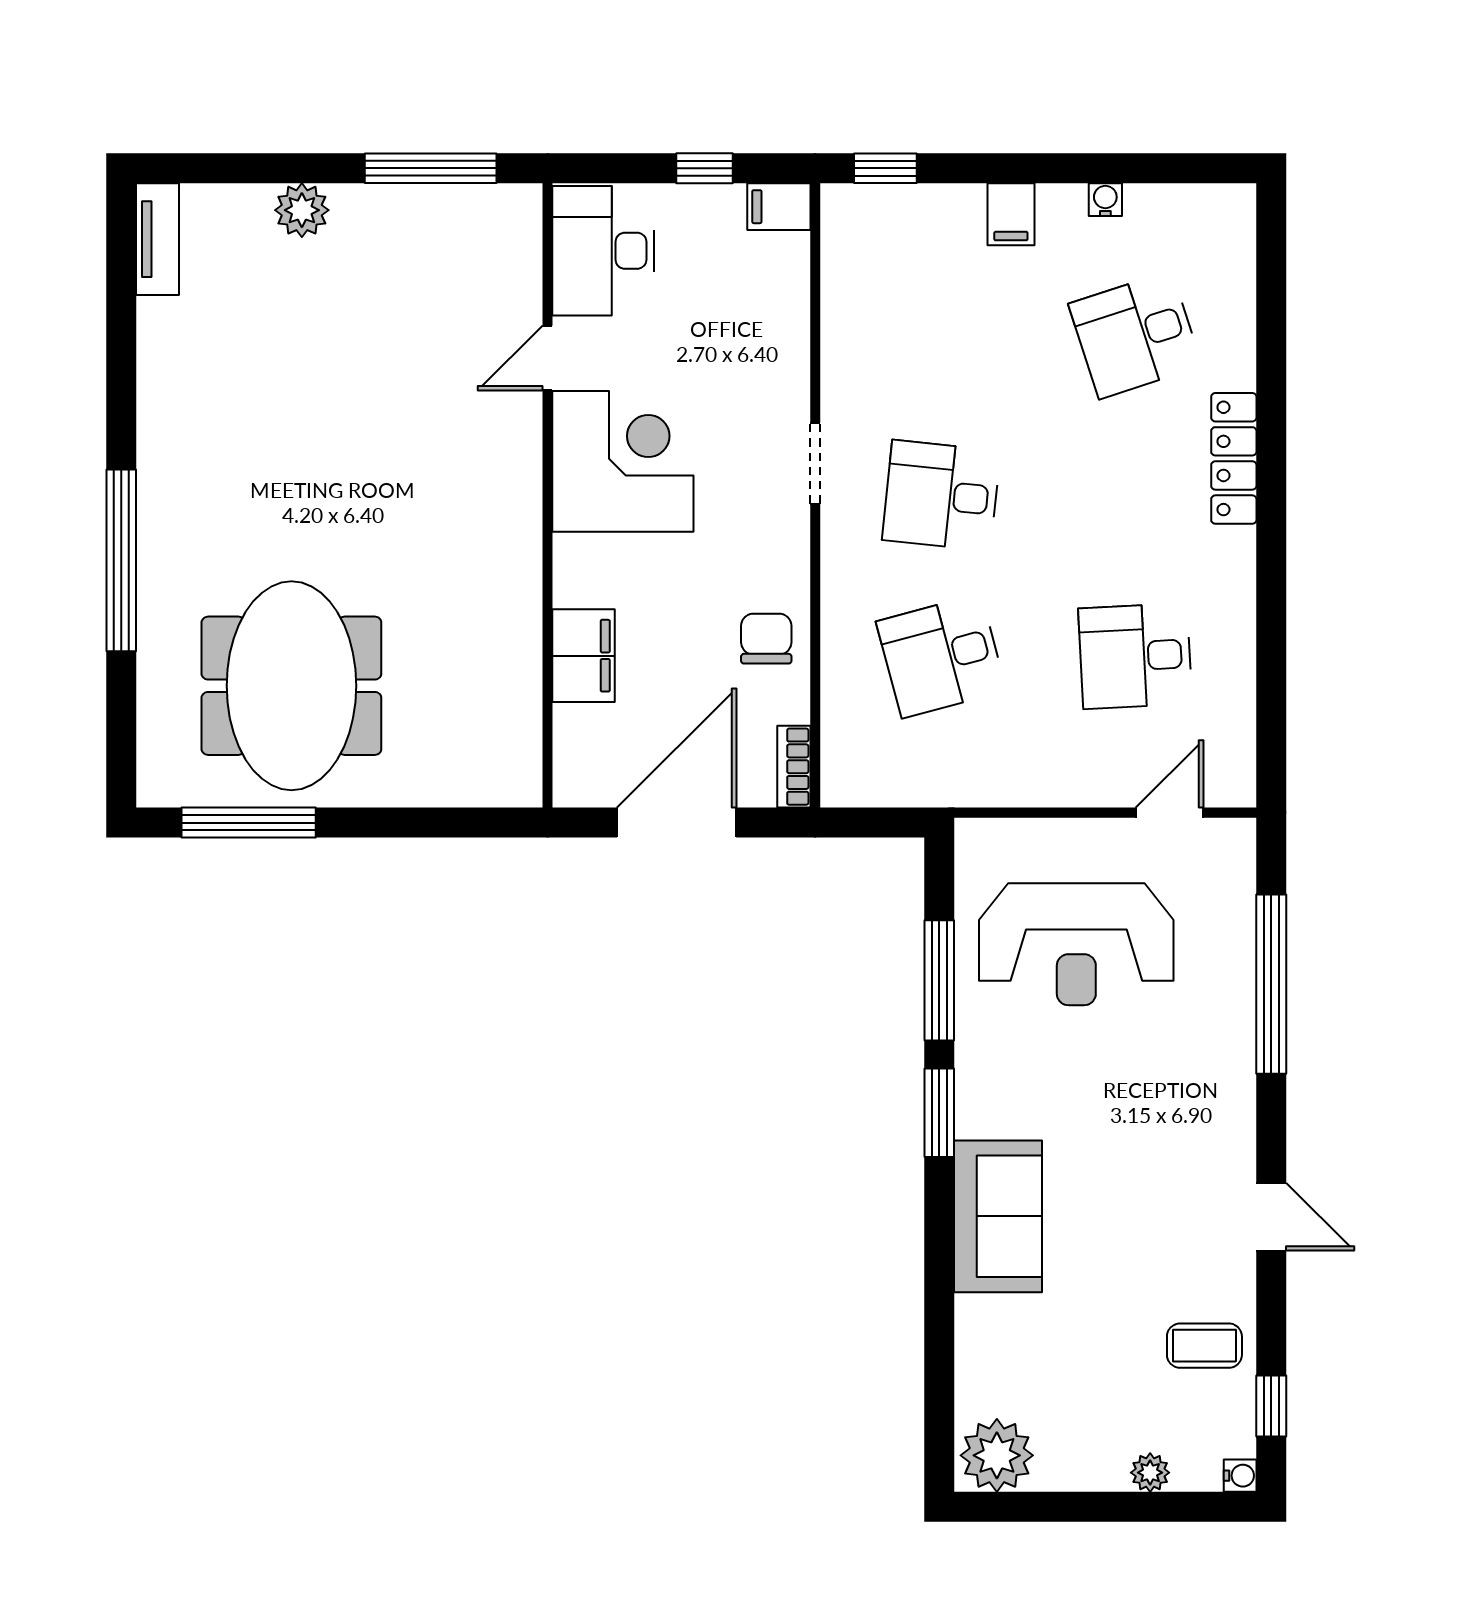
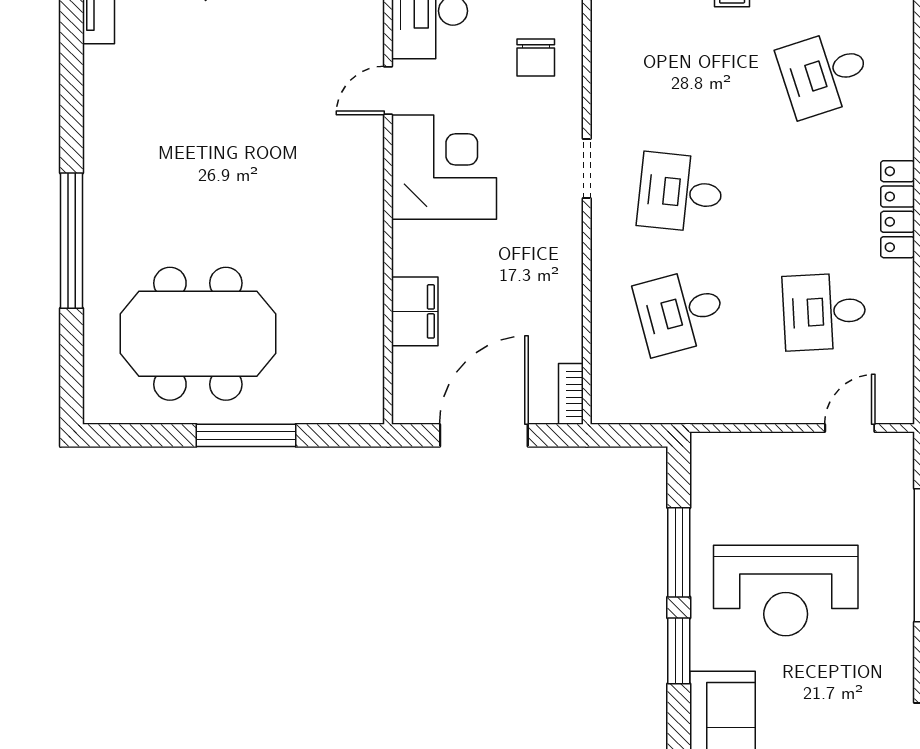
locker: (1234, 458) -> (898, 209), moved
chair: (766, 639) -> (536, 57), moved, turned 180
meeting table: (291, 686) -> (198, 334), turned 90
window: (249, 823) -> (246, 435), moved
reception desk: (1076, 944) -> (786, 590), moved

